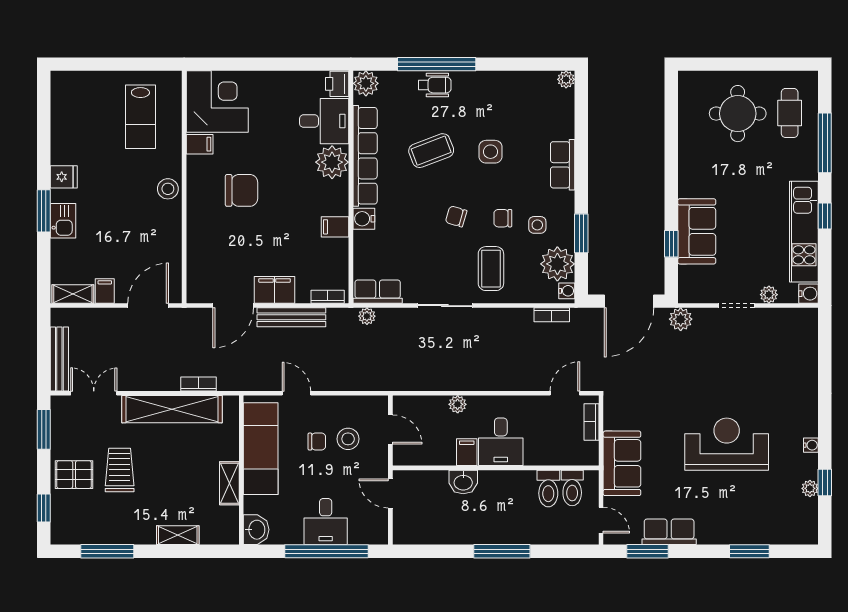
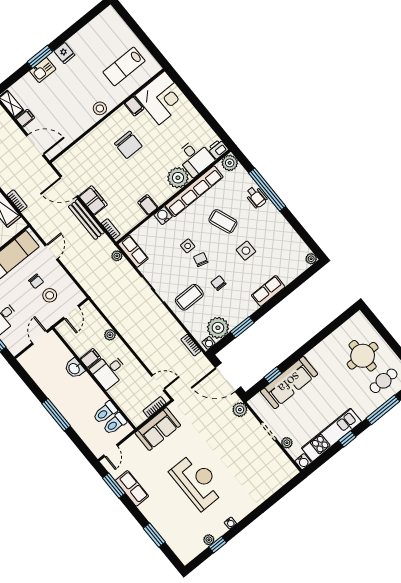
side table: (537, 225) -> (188, 246), moved
sofa: (697, 231) -> (289, 383), width x1.36
sofa: (622, 463) -> (158, 429), moved

